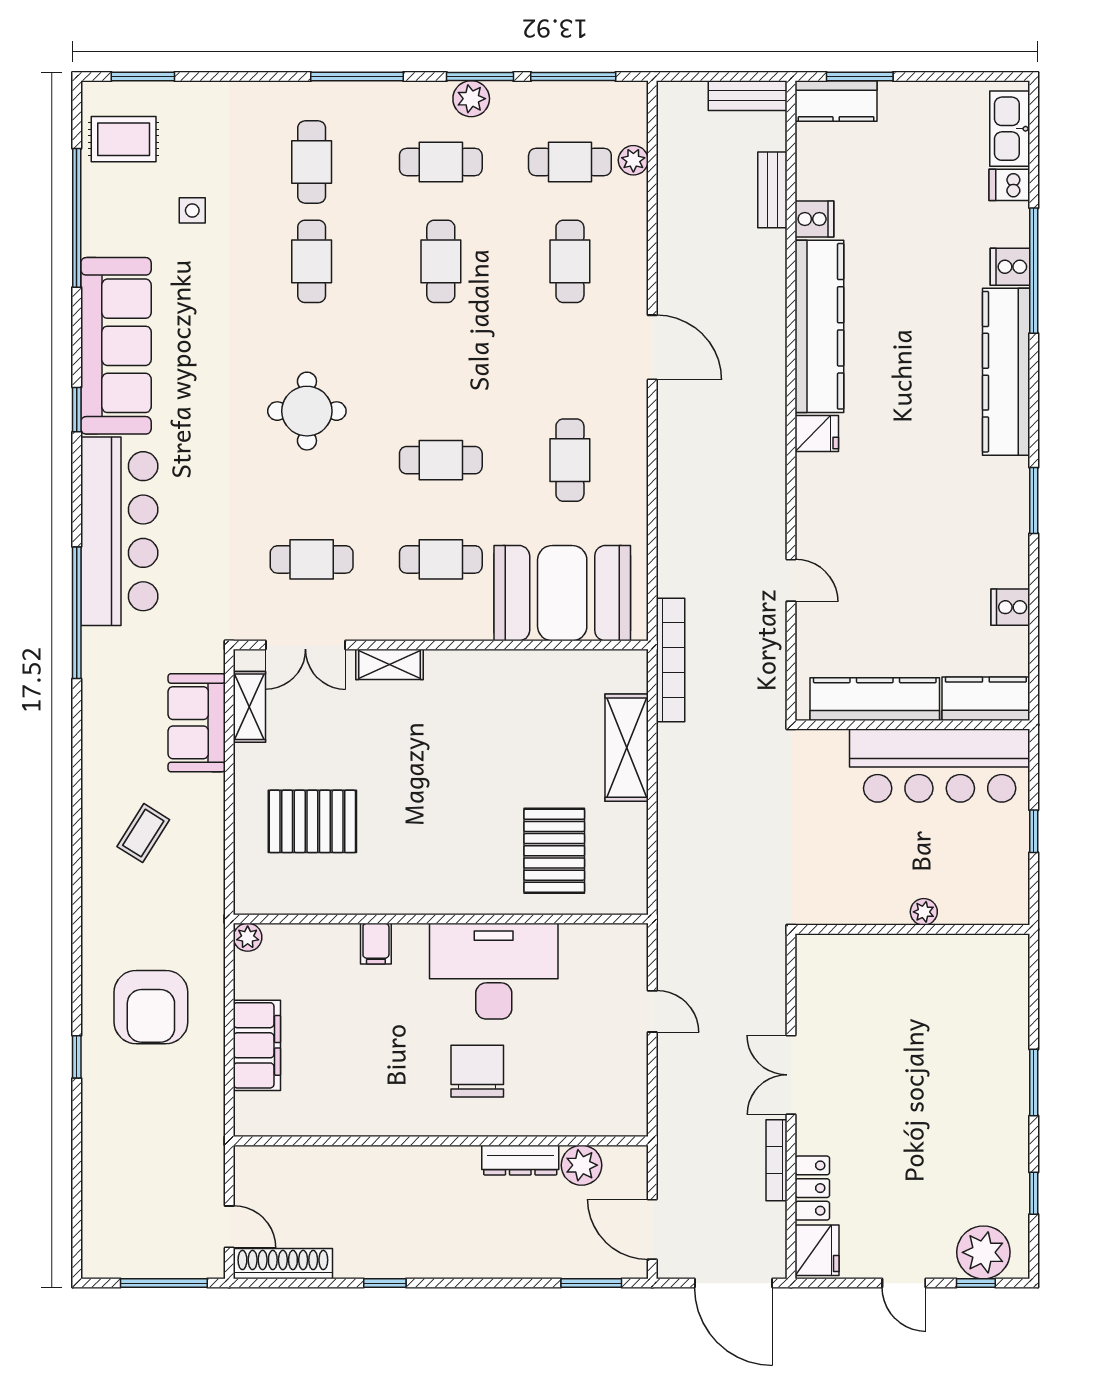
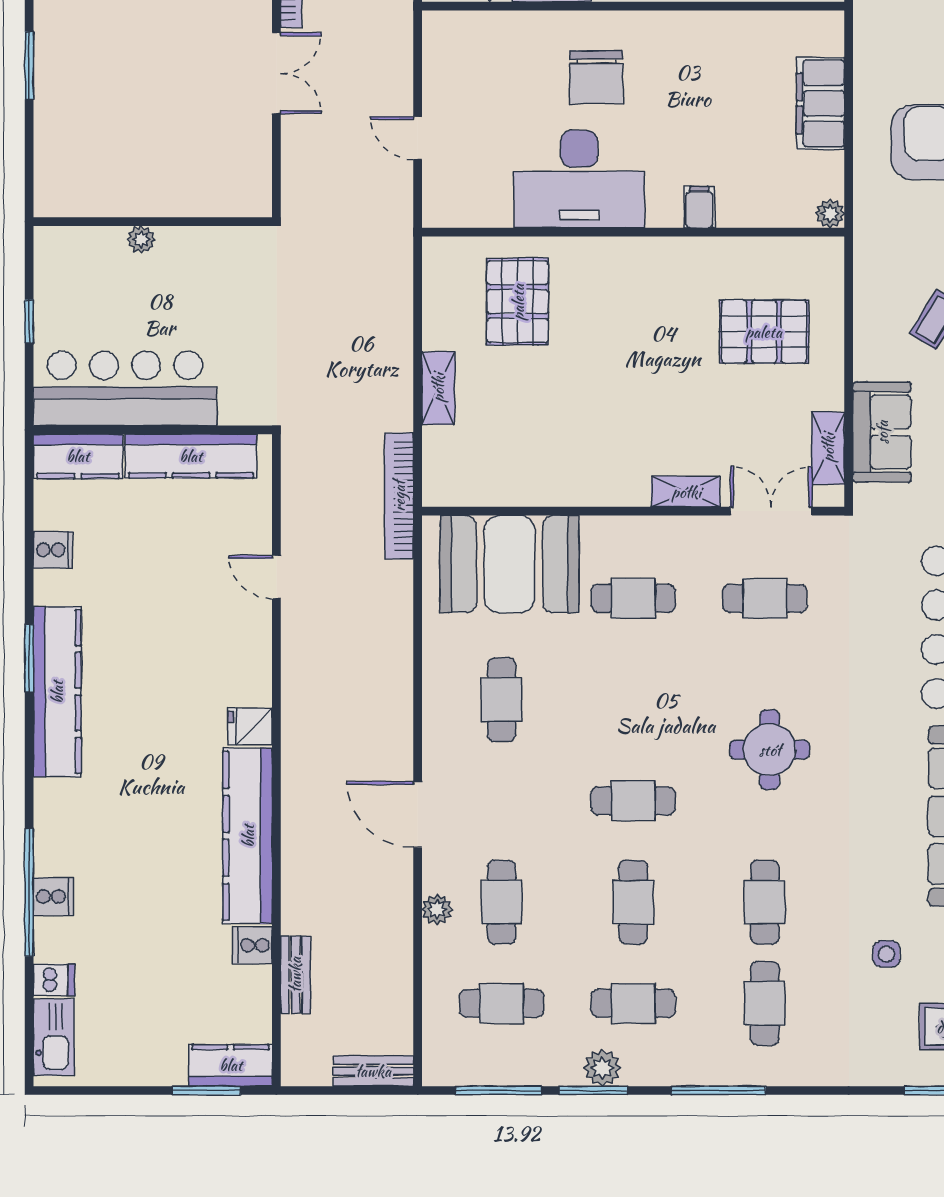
bench: (748, 96) -> (373, 1071), moved
plant: (633, 160) -> (437, 909), moved
kitchen counter: (1006, 372) -> (57, 692), moved
cafe table: (441, 460) -> (633, 801), moved
shelving: (627, 748) -> (438, 388), width x0.67, depth x0.75

